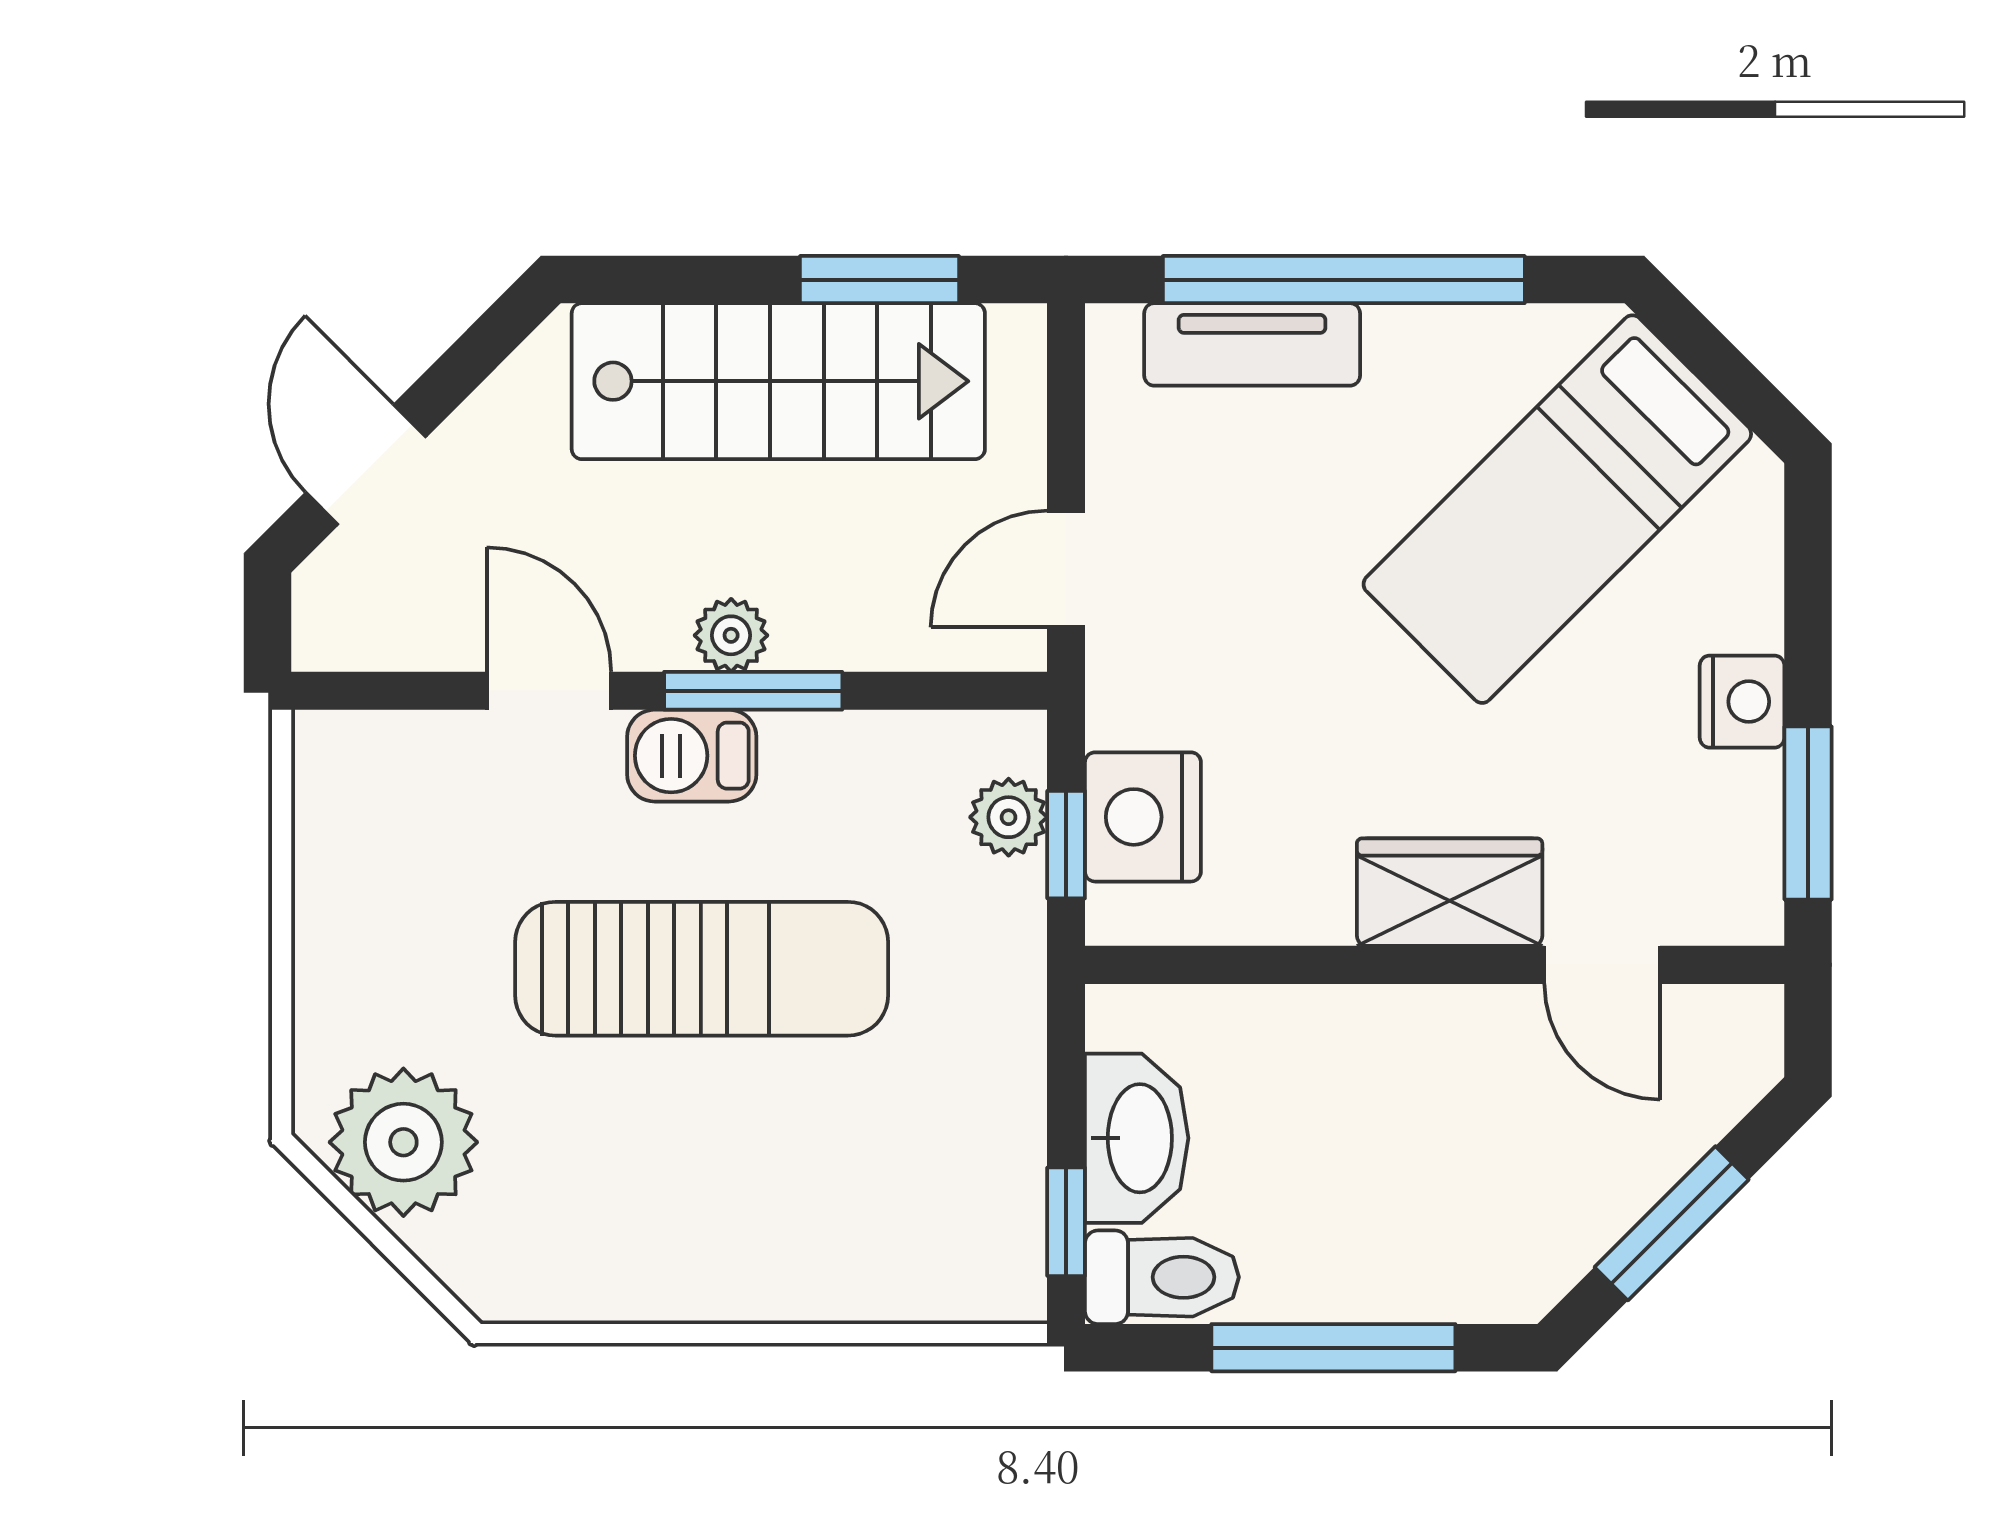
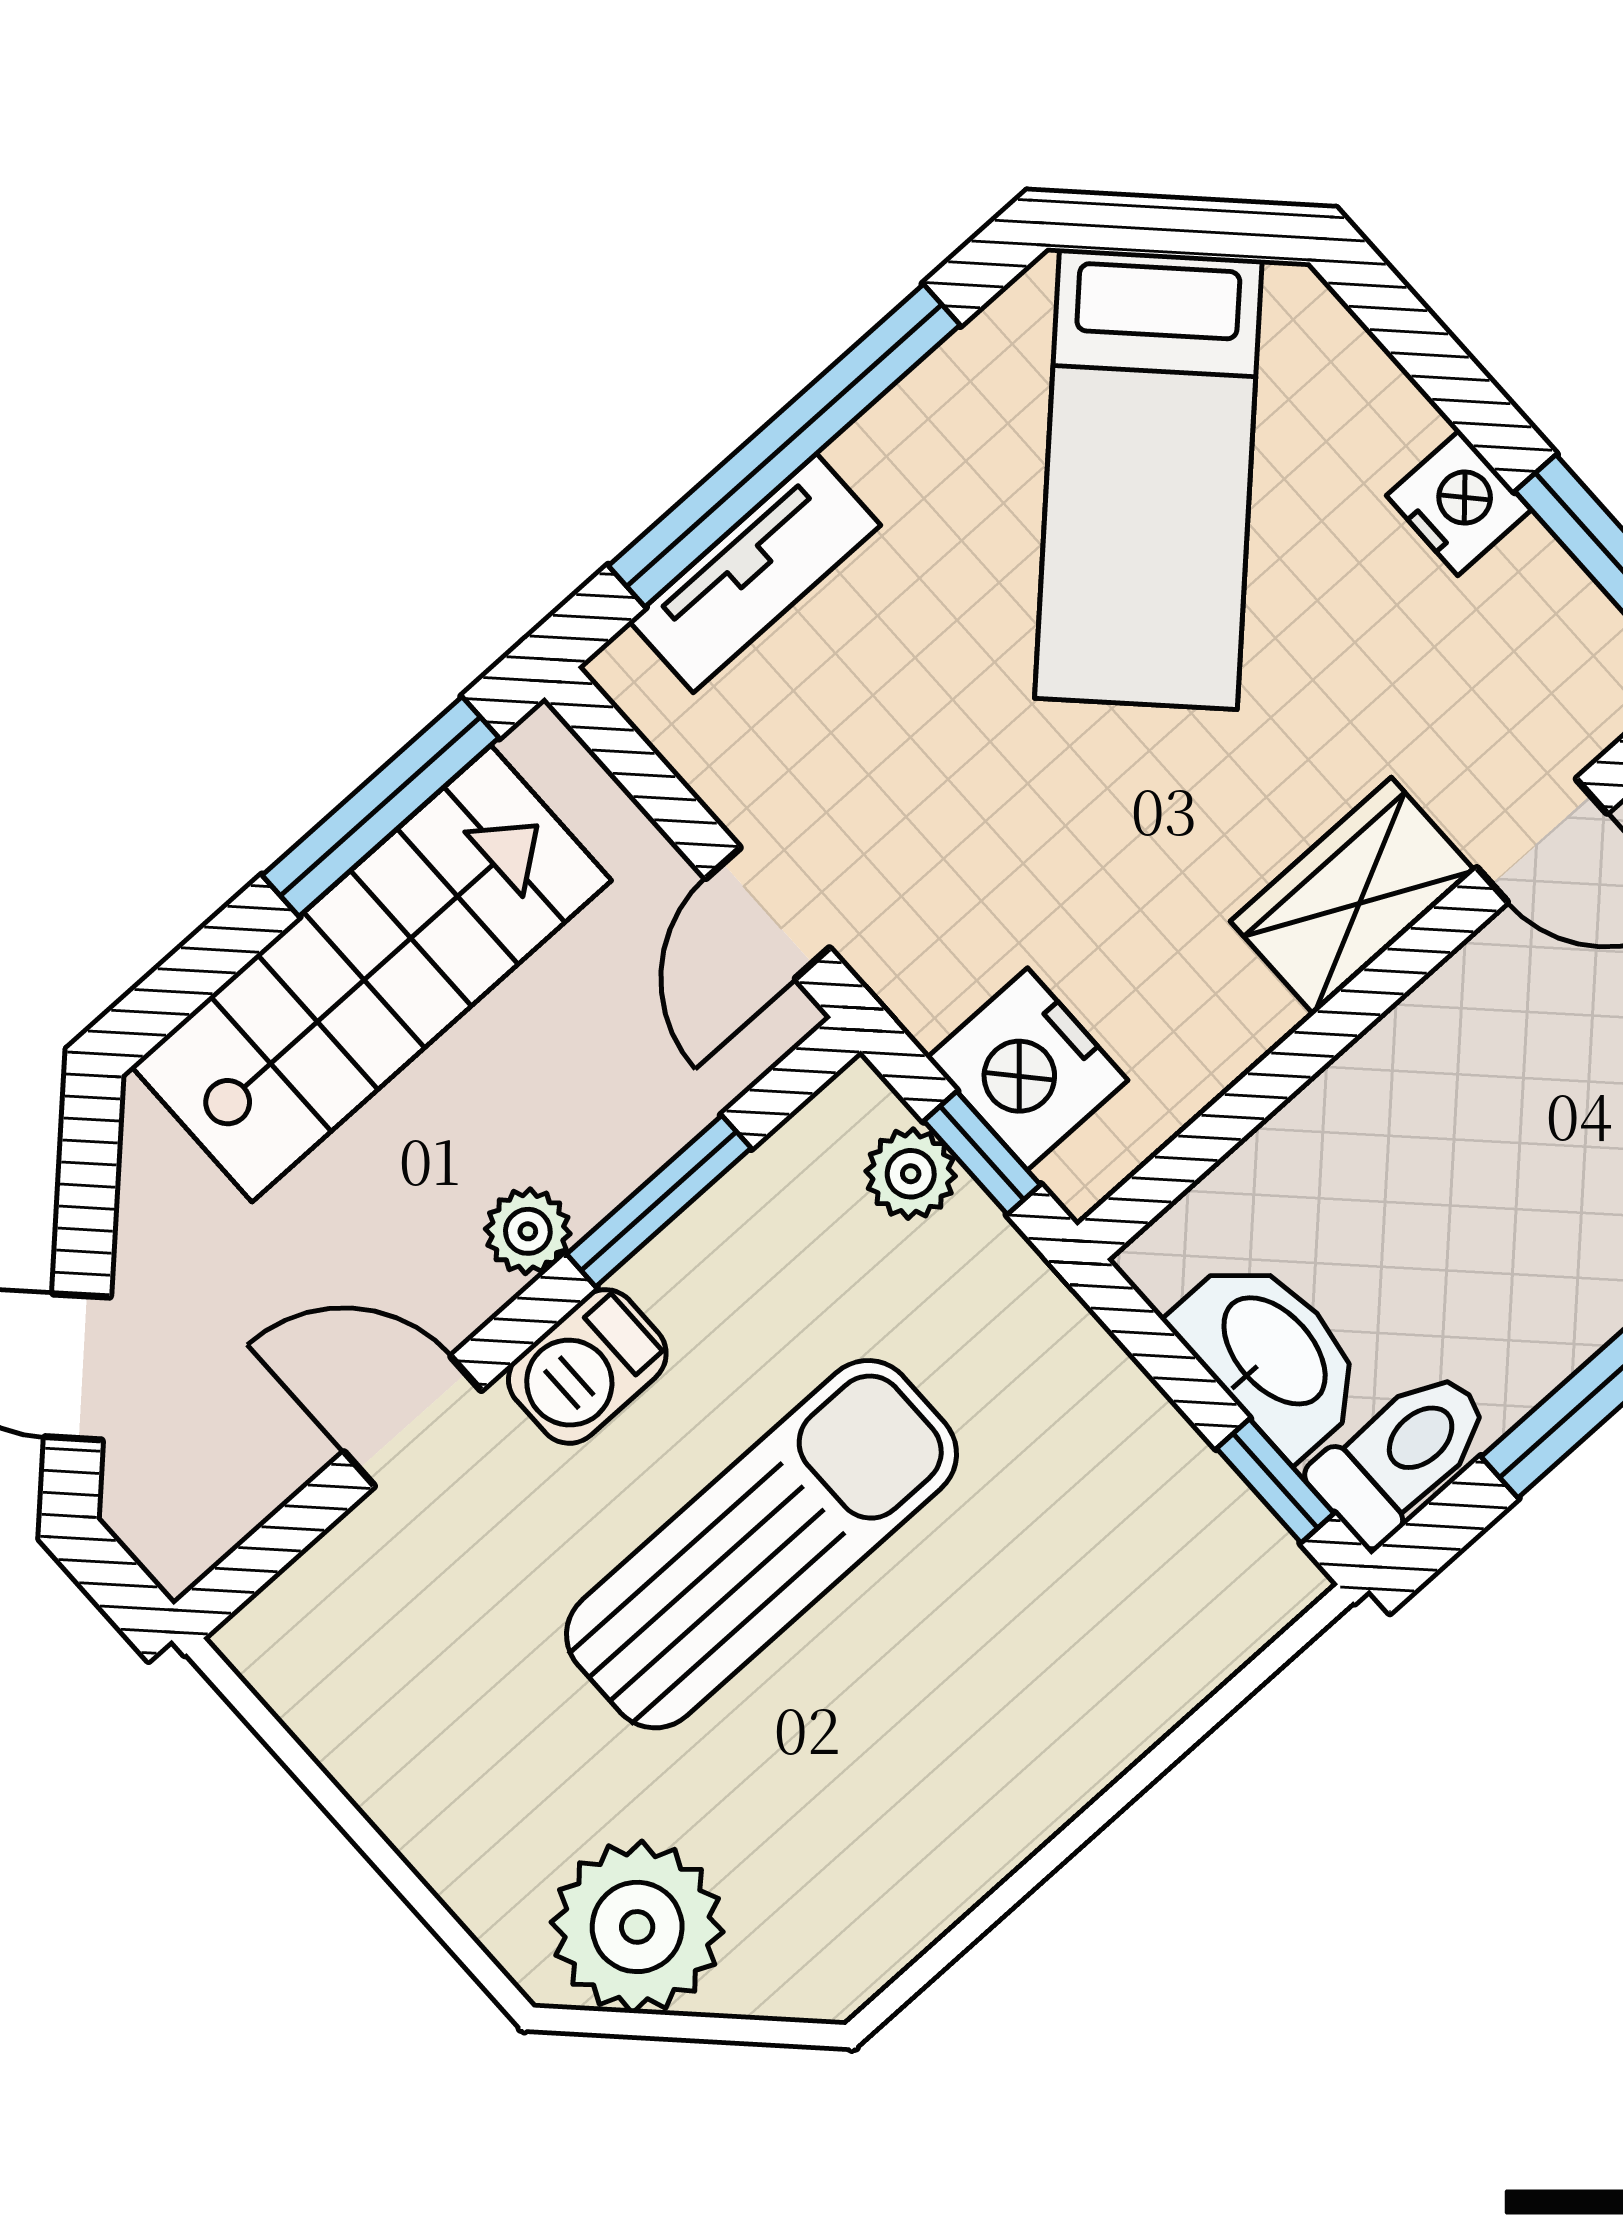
window: (879, 280) -> (380, 807), width x1.44
window: (753, 691) -> (659, 1201), moved

